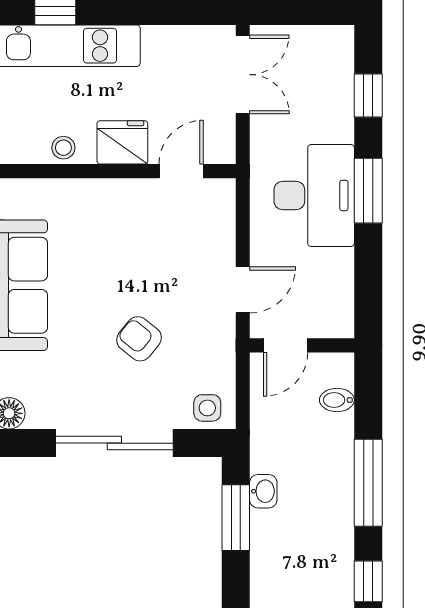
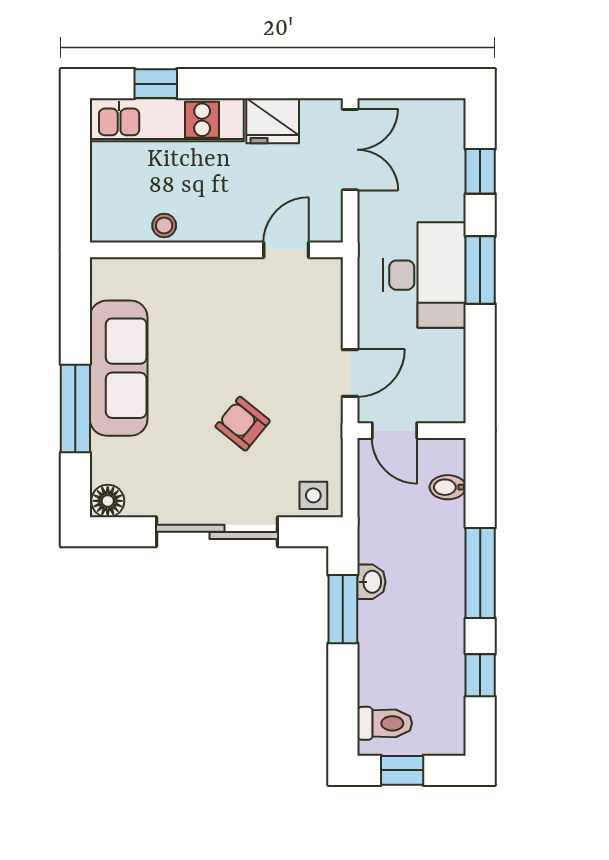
fridge: (122, 142) -> (273, 121), moved, turned 180
door: (286, 345) -> (395, 431), hinge flipped

